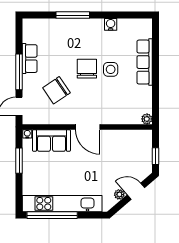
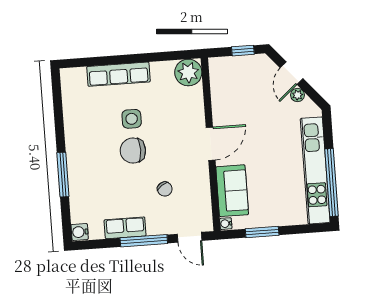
water cooler: (111, 24) -> (80, 232), moved
chair: (56, 90) -> (165, 189), width x0.54, depth x0.54
plant: (147, 119) -> (188, 72), width x1.88, depth x1.88

